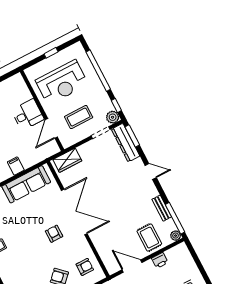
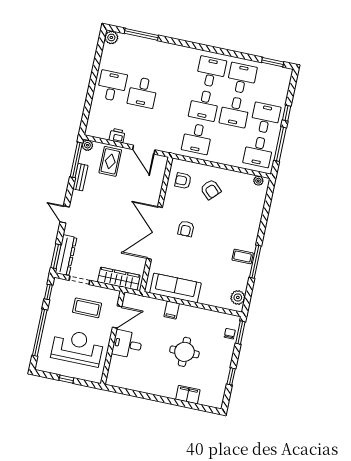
plant: (113, 117) -> (59, 285), removed
wardrobe: (67, 160) -> (119, 279), width x1.50

